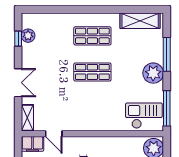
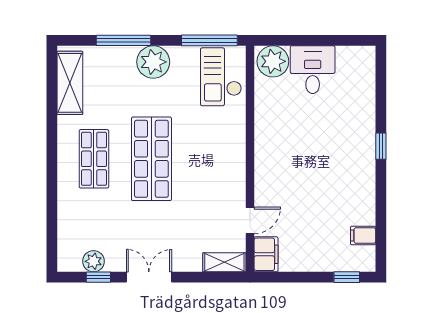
shop shelf: (92, 72) -> (151, 159), width x1.43, depth x1.36
double door: (18, 83) -> (149, 277), moved

